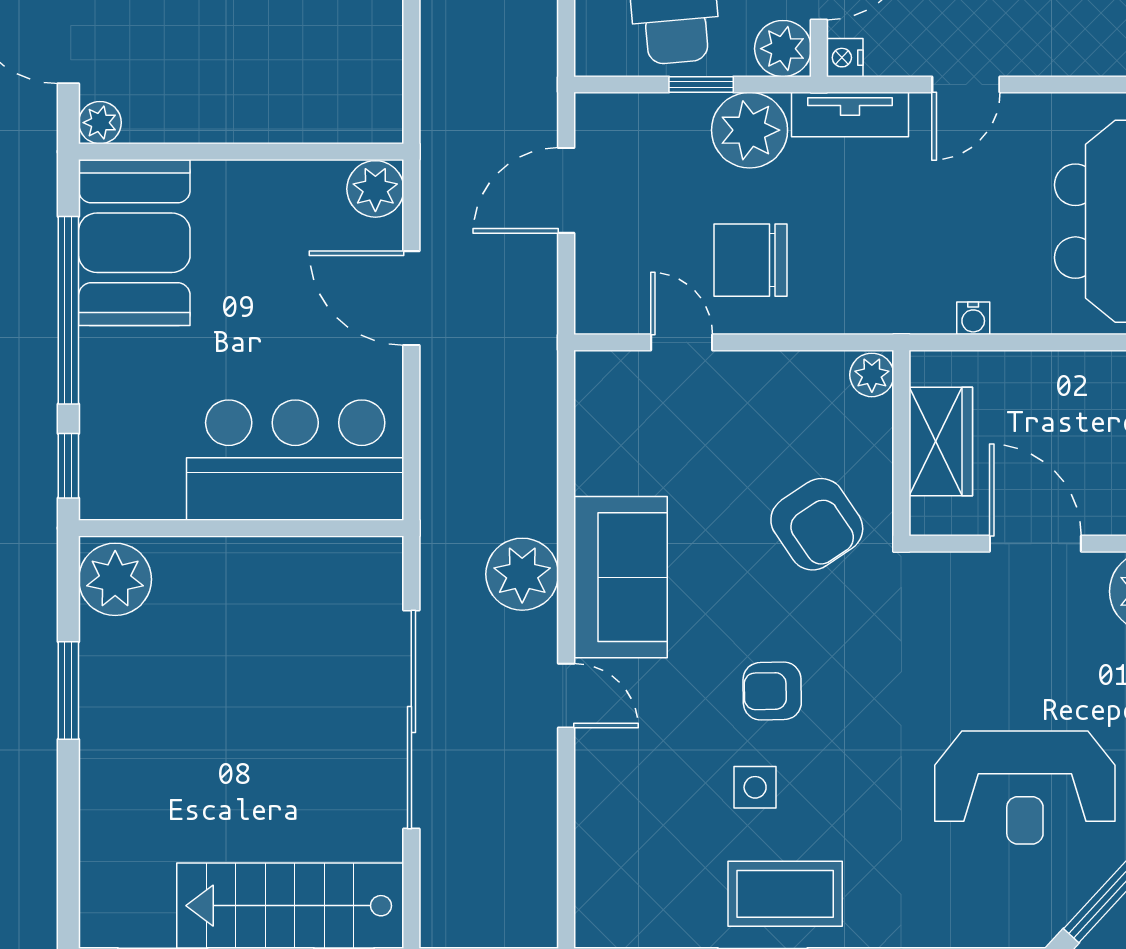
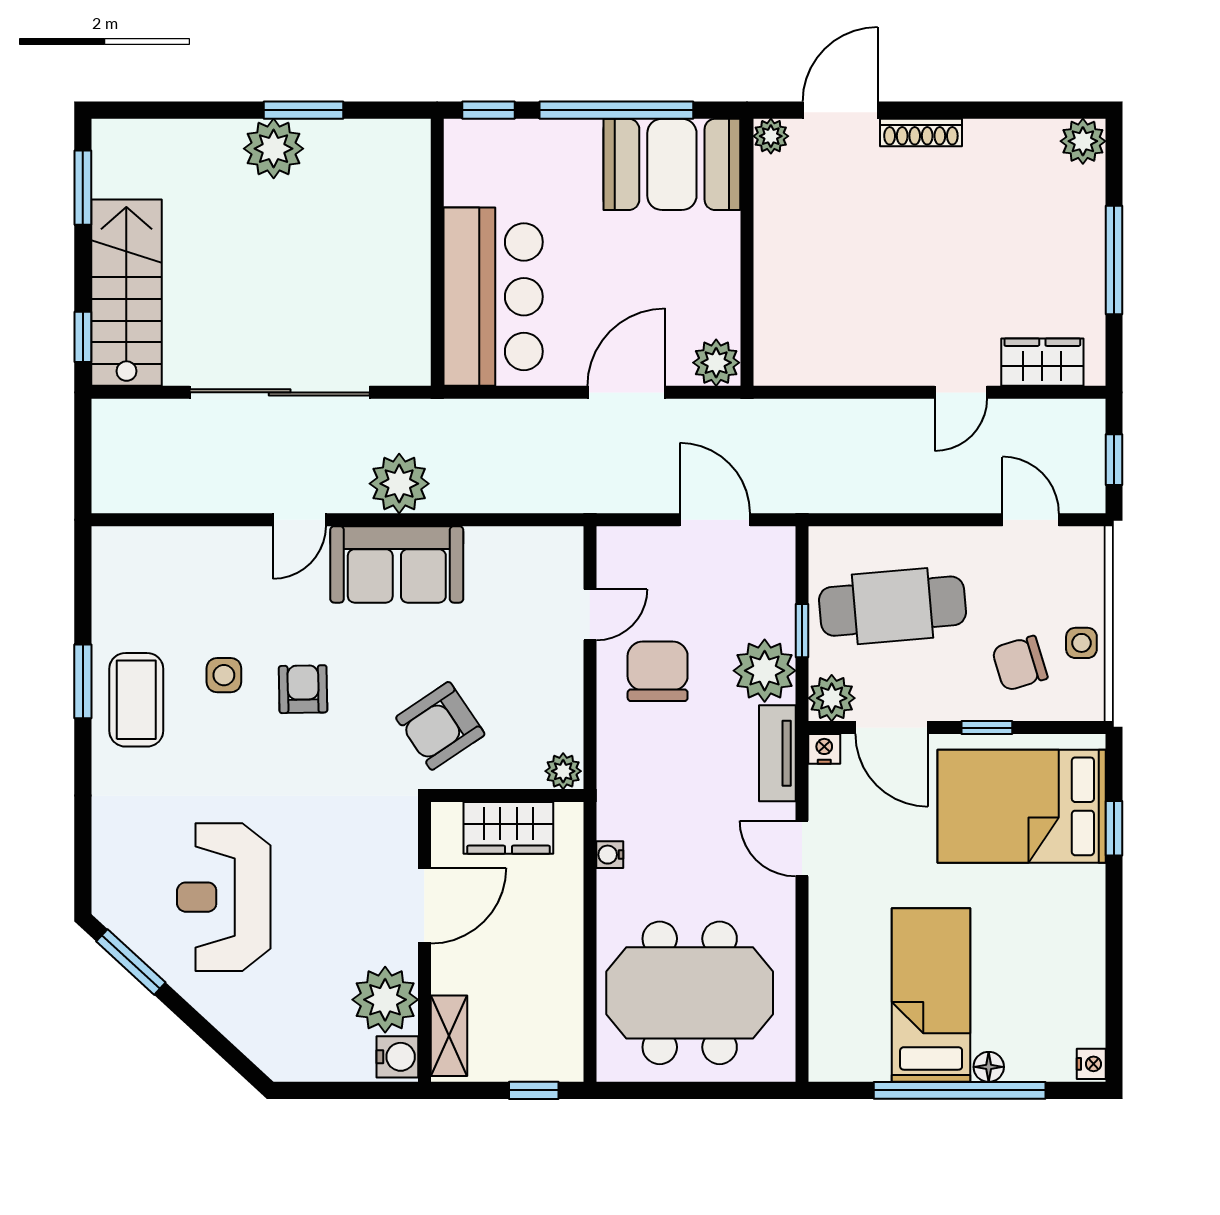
plant: (115, 579) -> (274, 149), moved

